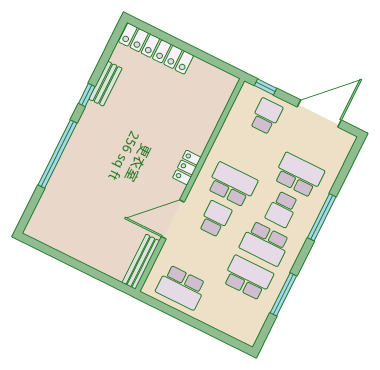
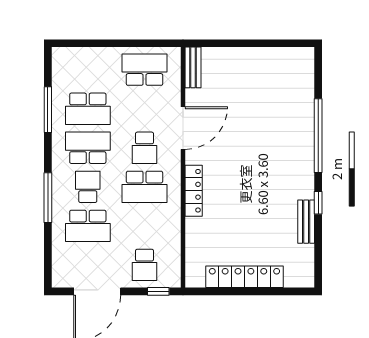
locker: (156, 49) -> (244, 277), moved
locker: (187, 167) -> (194, 191), width x1.53
bench: (141, 262) -> (193, 67), width x0.73

